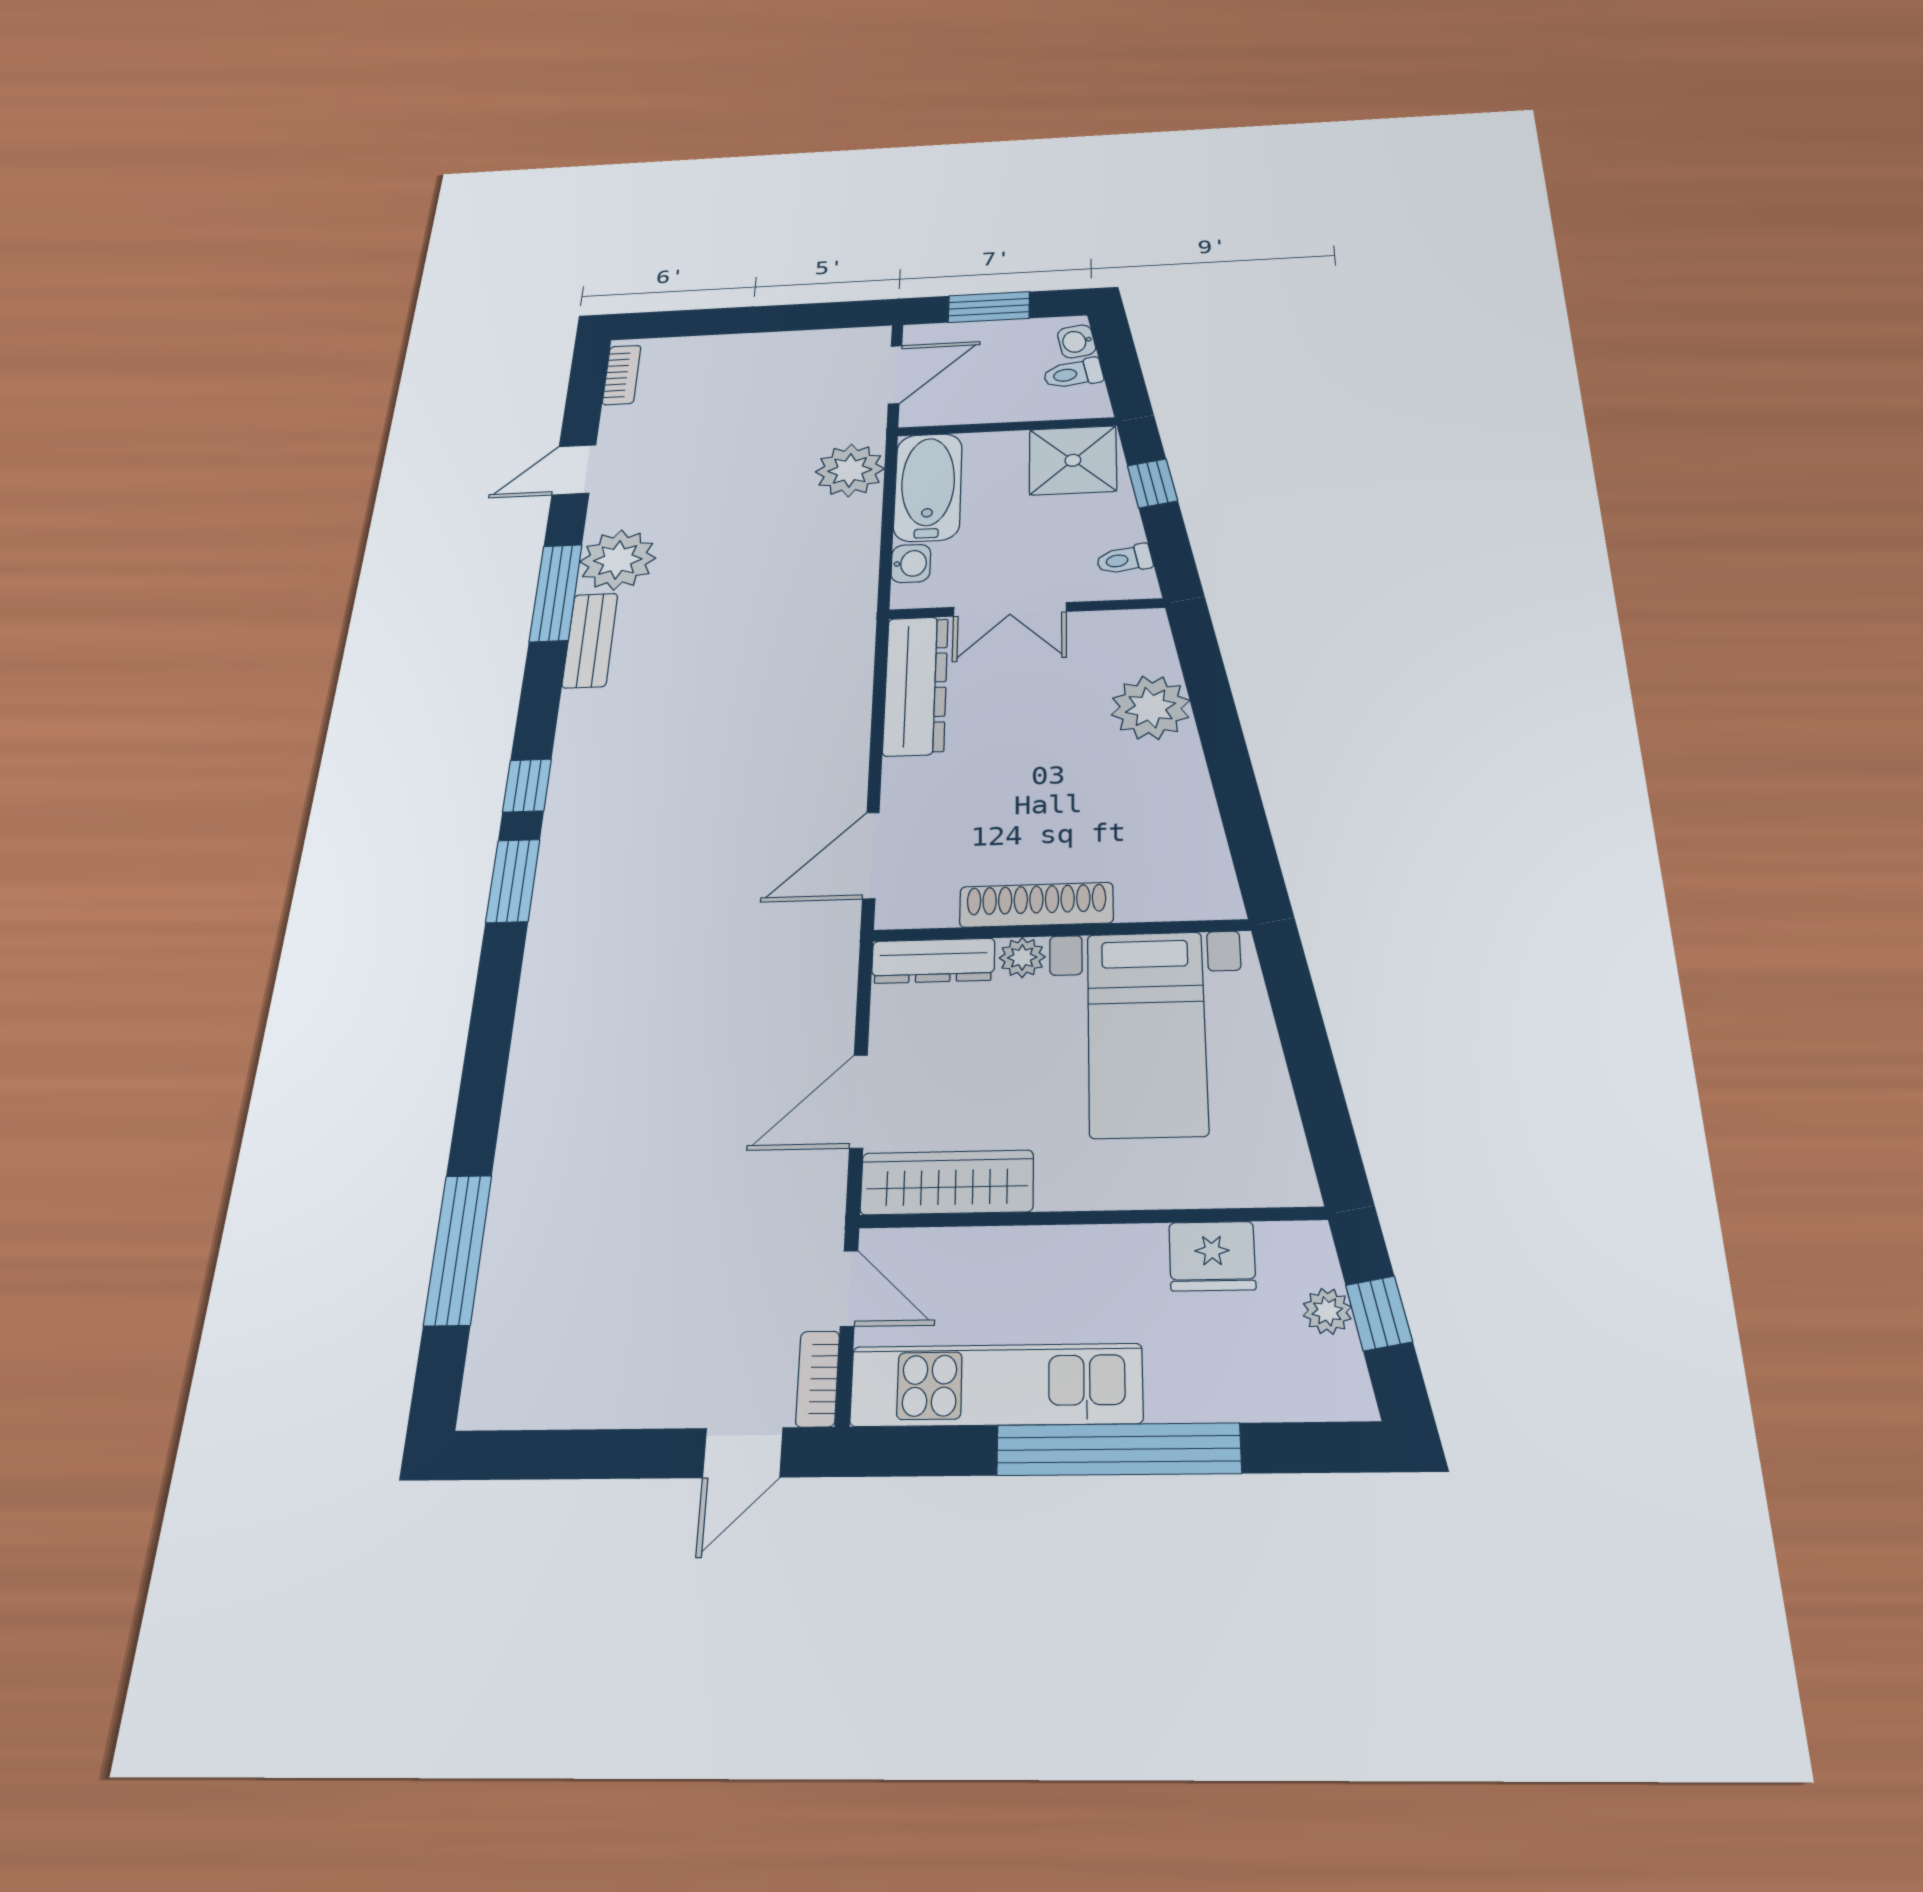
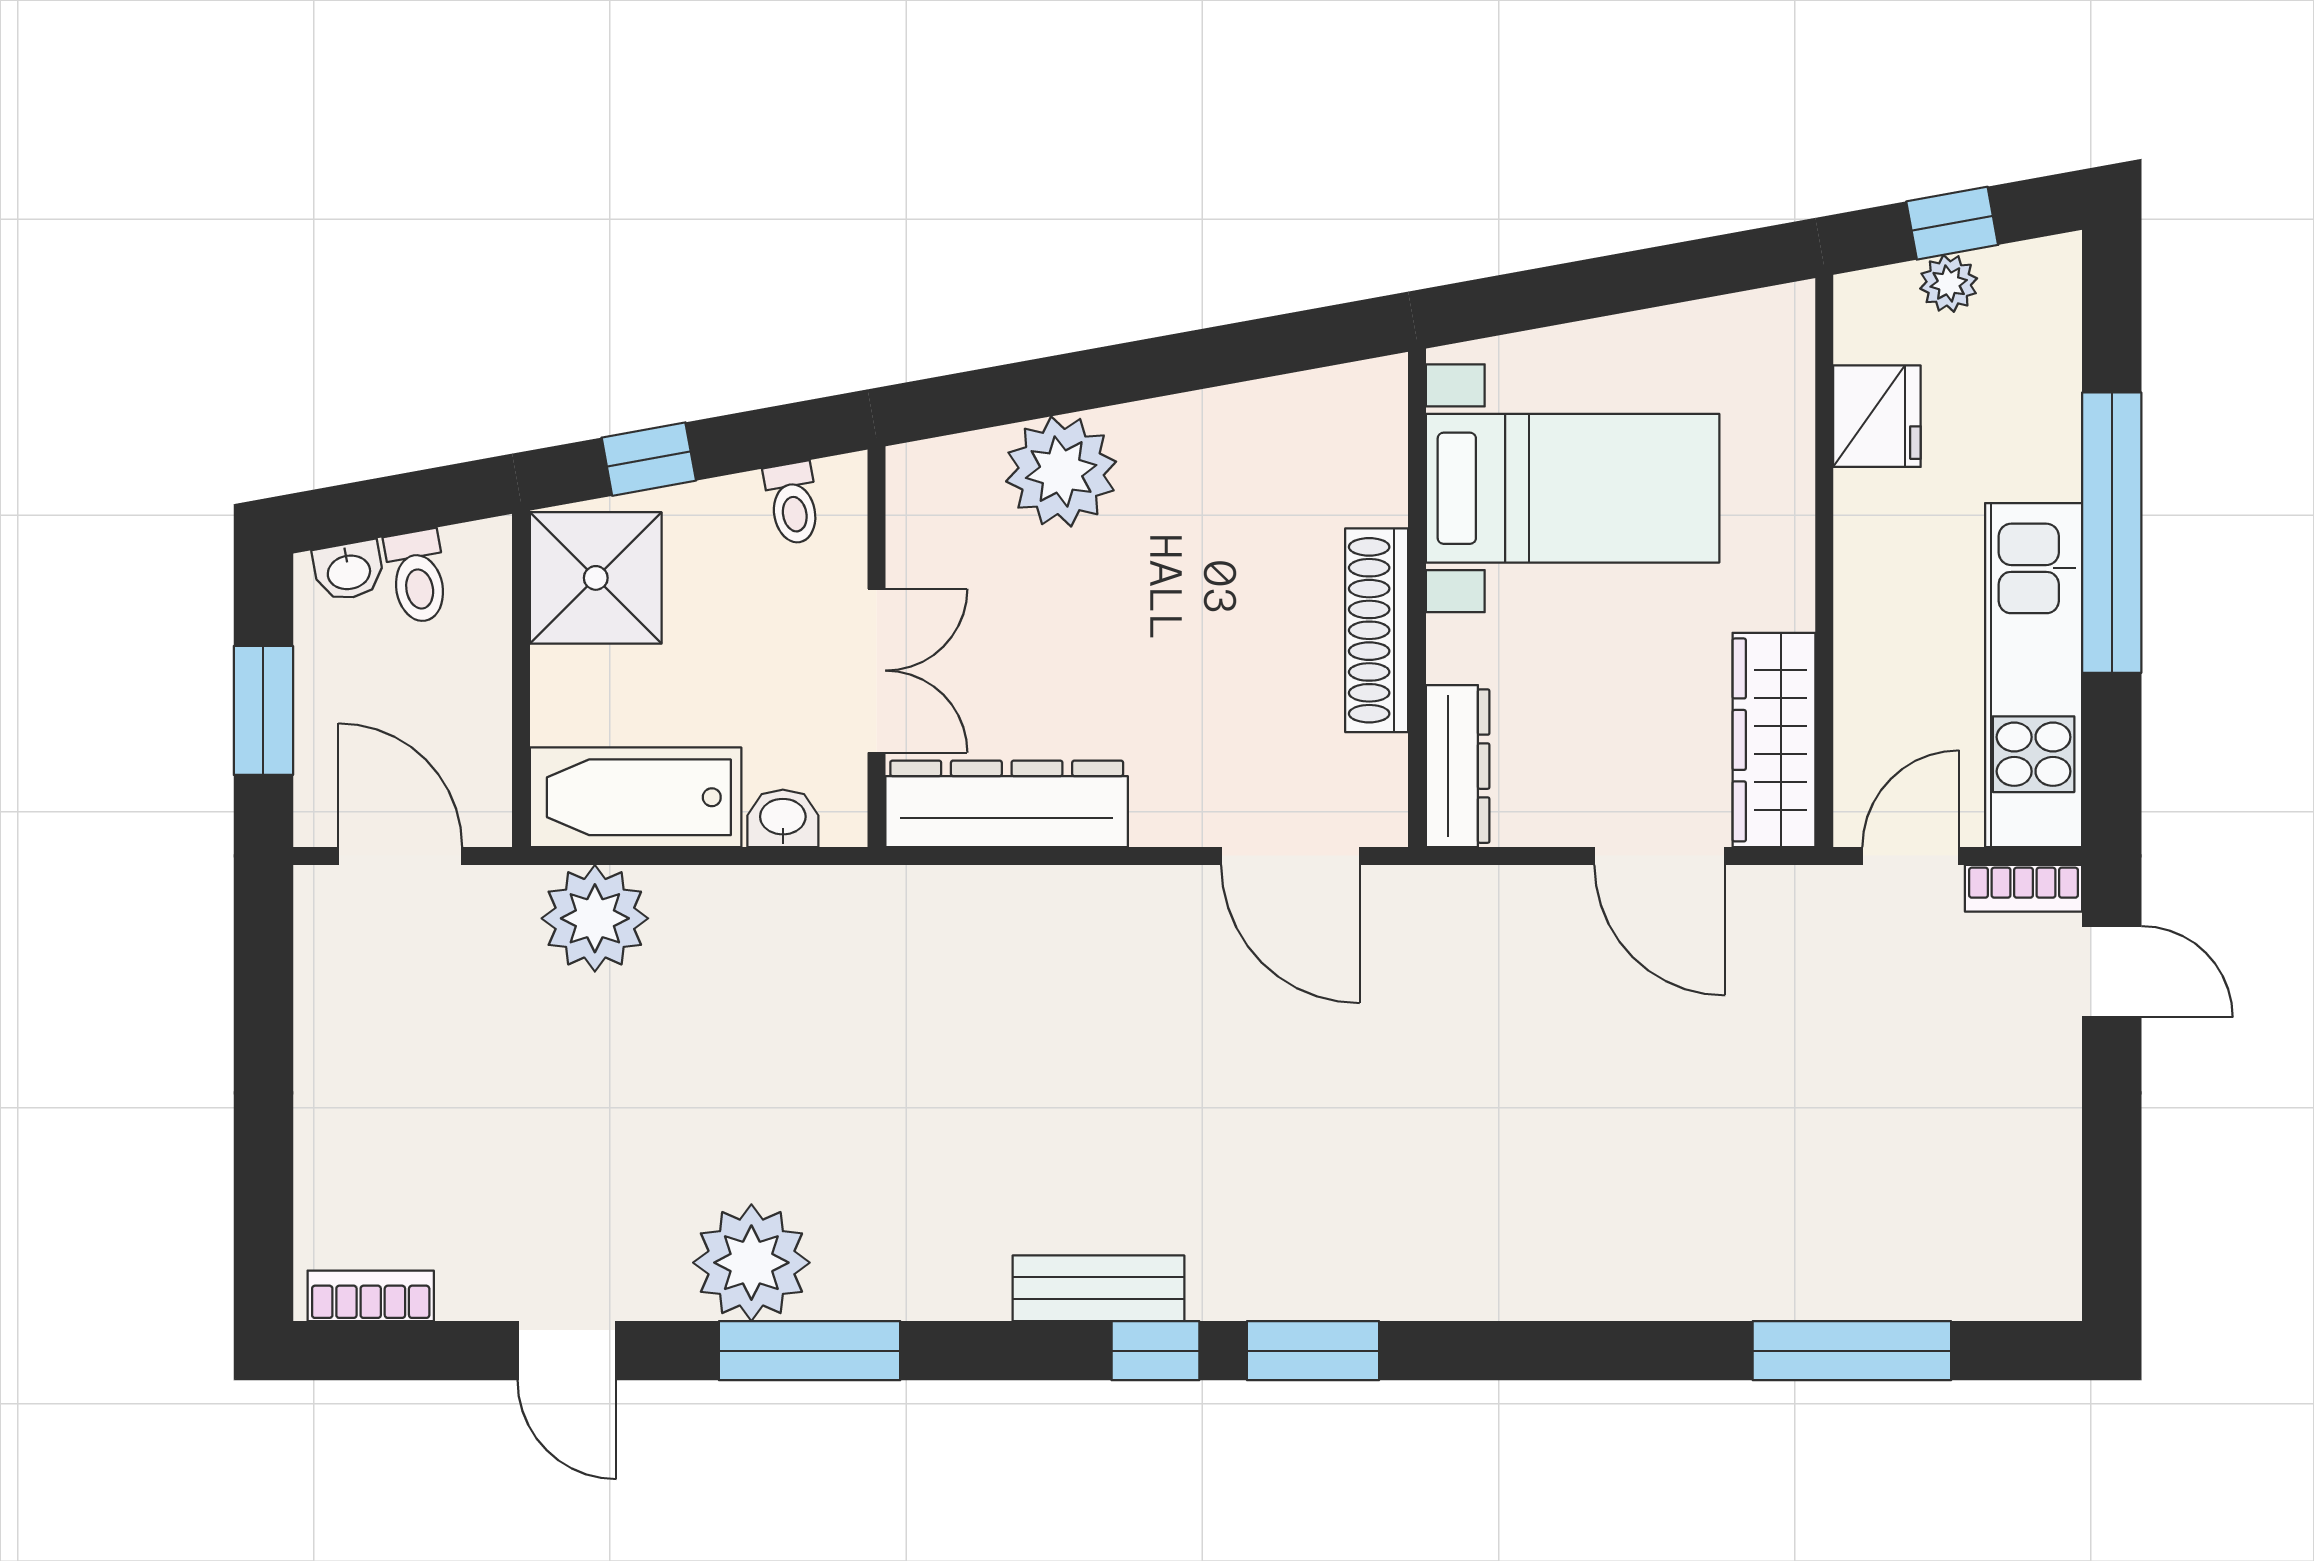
bench: (590, 640) -> (1098, 1288), moved
plant: (1022, 957) -> (1456, 649), removed

